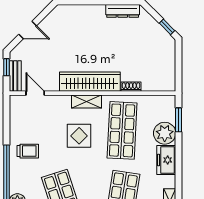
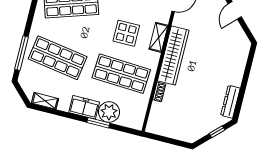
window: (167, 27) -> (217, 132), moved
shelving: (86, 101) -> (159, 37), moved
window: (179, 120) -> (98, 123), moved

